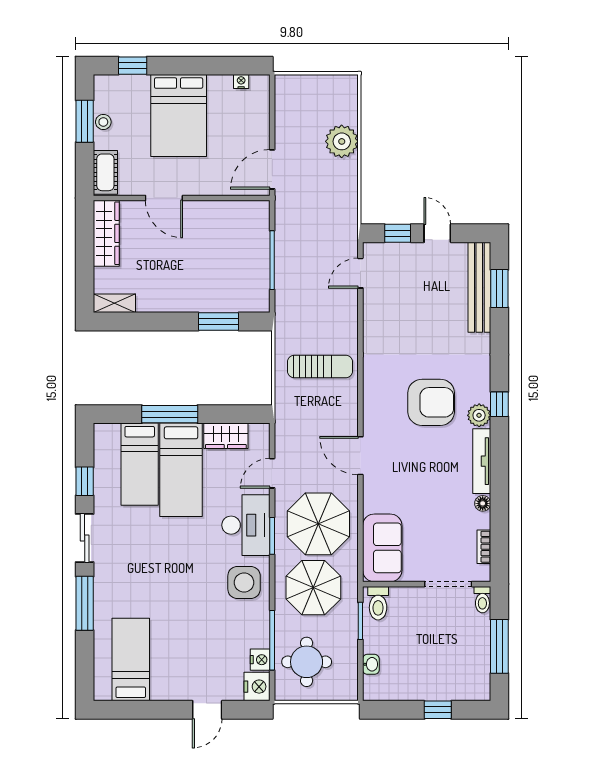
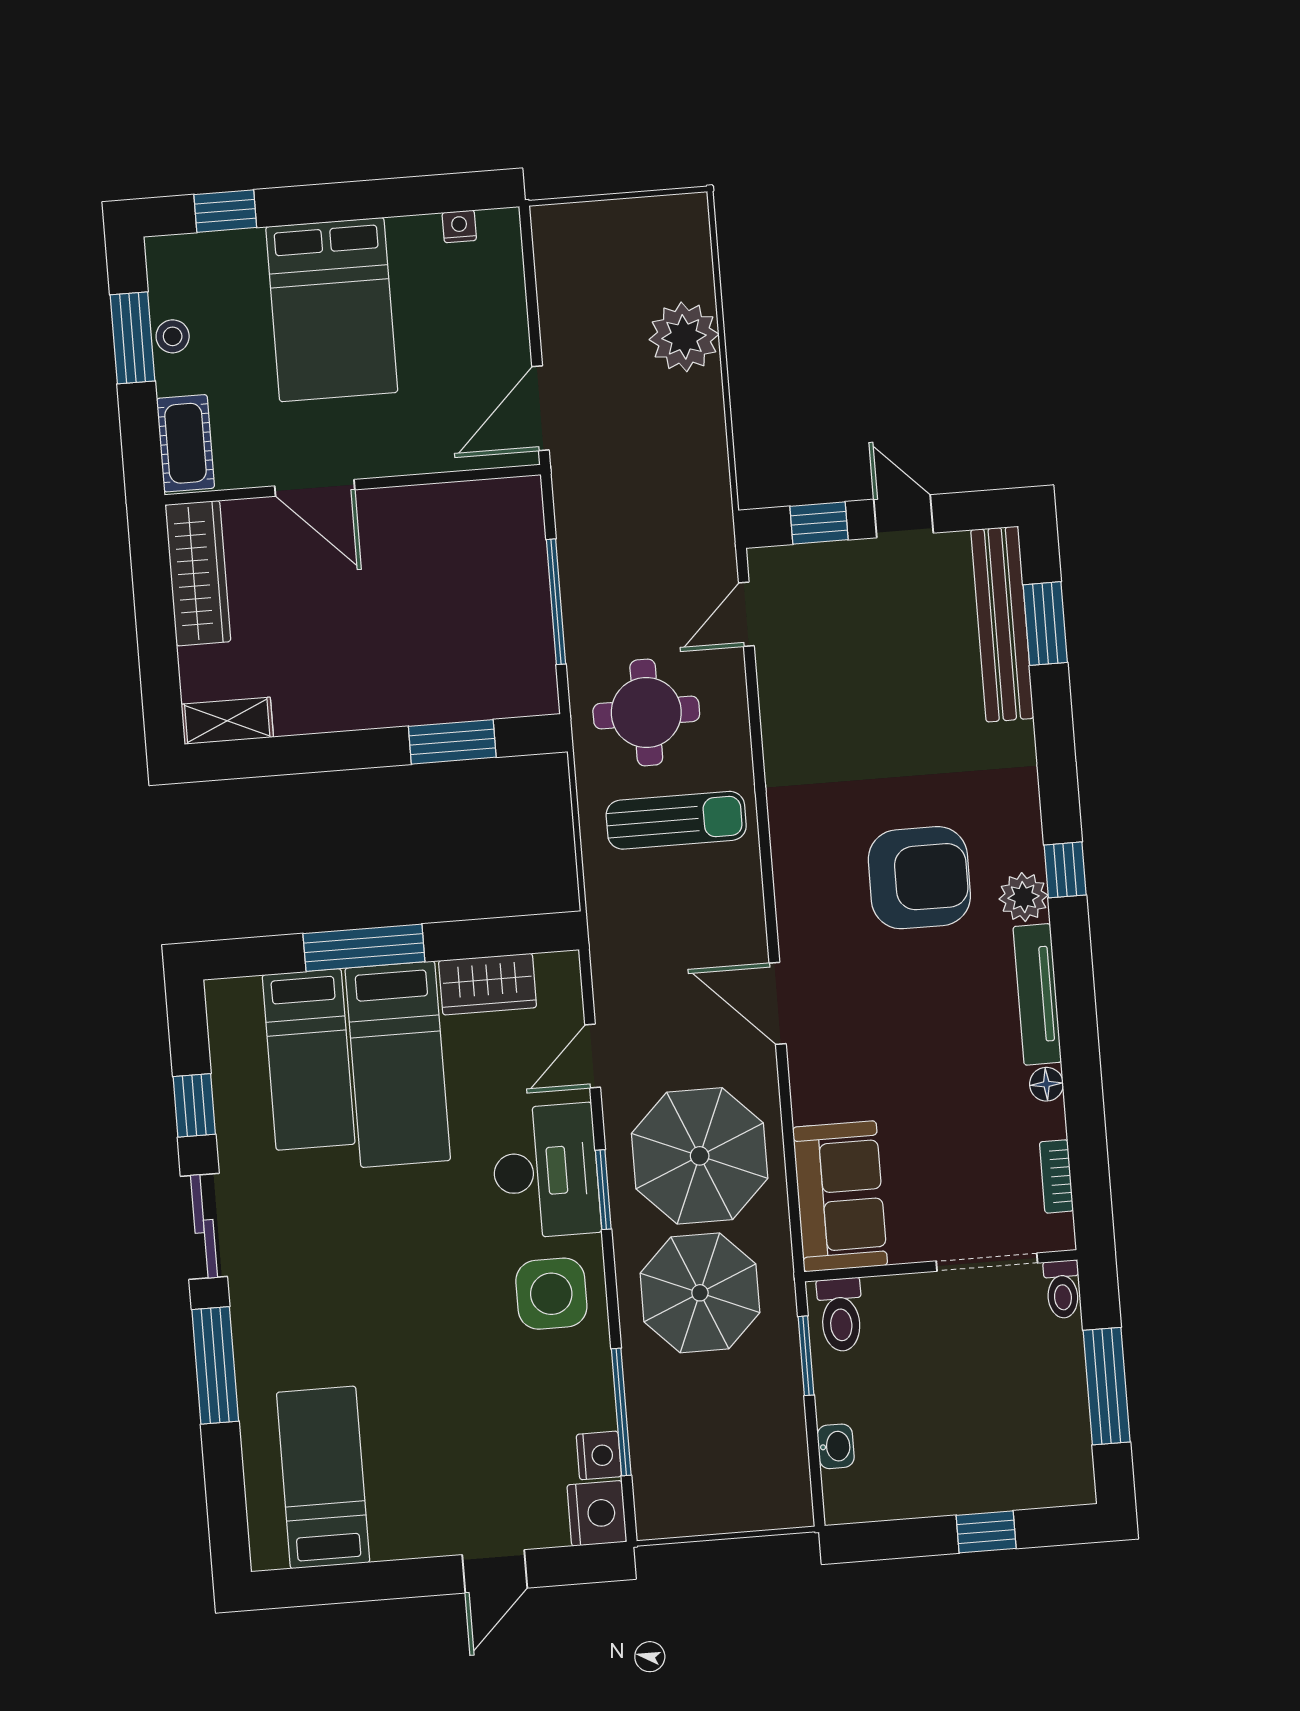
round table: (307, 662) -> (646, 712), moved

